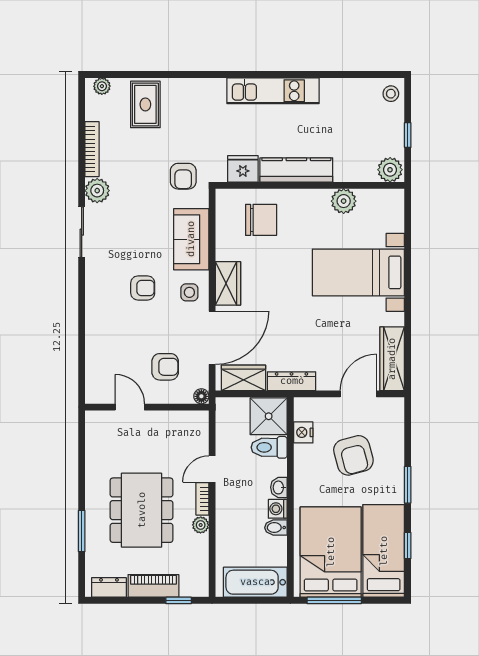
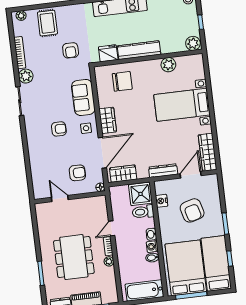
armchair: (183, 176) -> (71, 50), moved
dresser: (292, 381) -> (163, 171), moved

